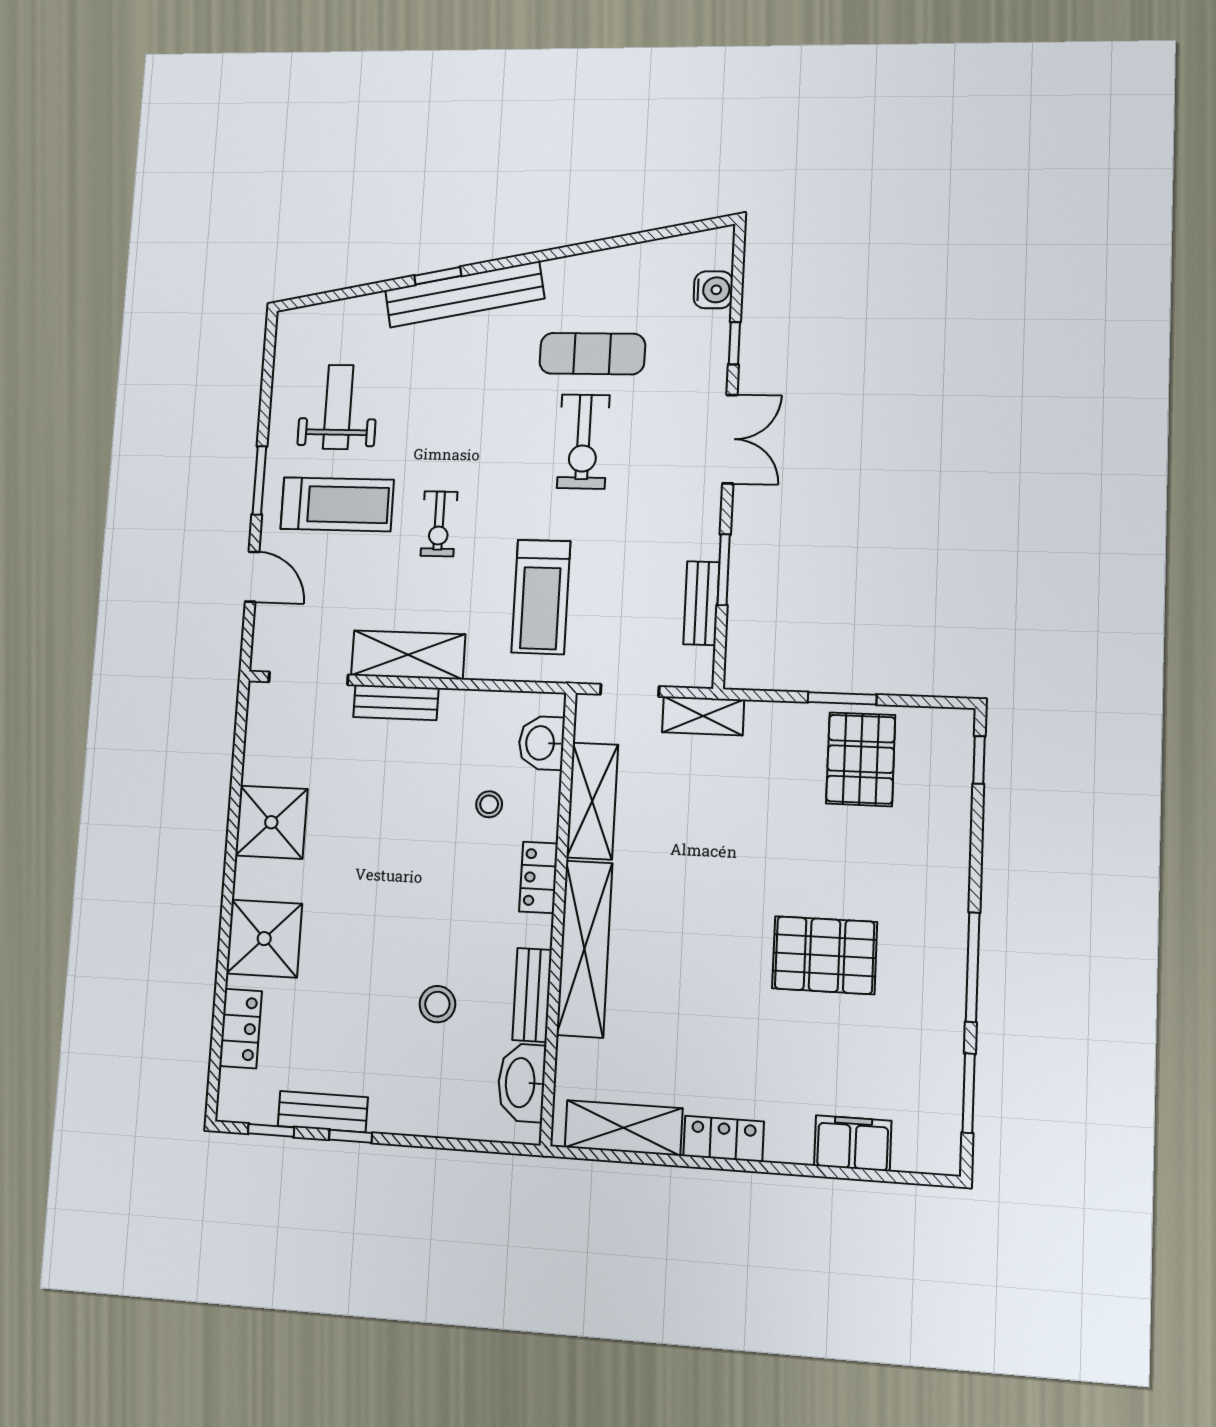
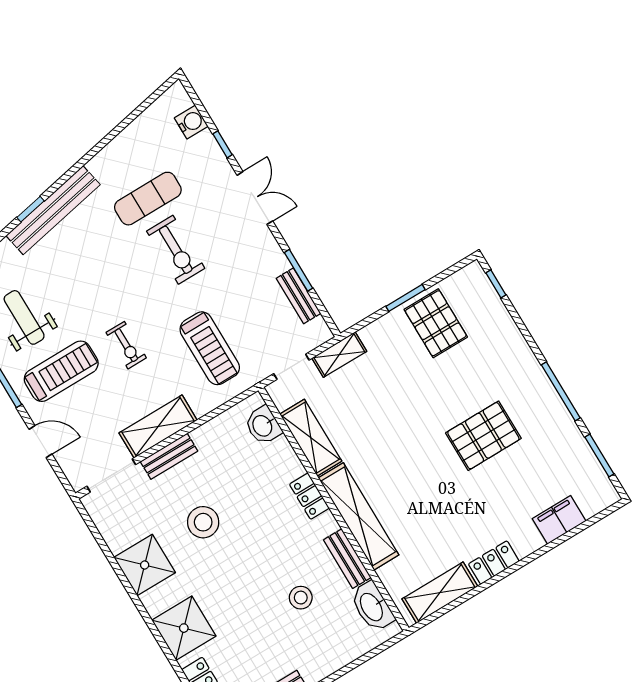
stool: (489, 804) -> (203, 522), moved, width x1.89, depth x1.89

